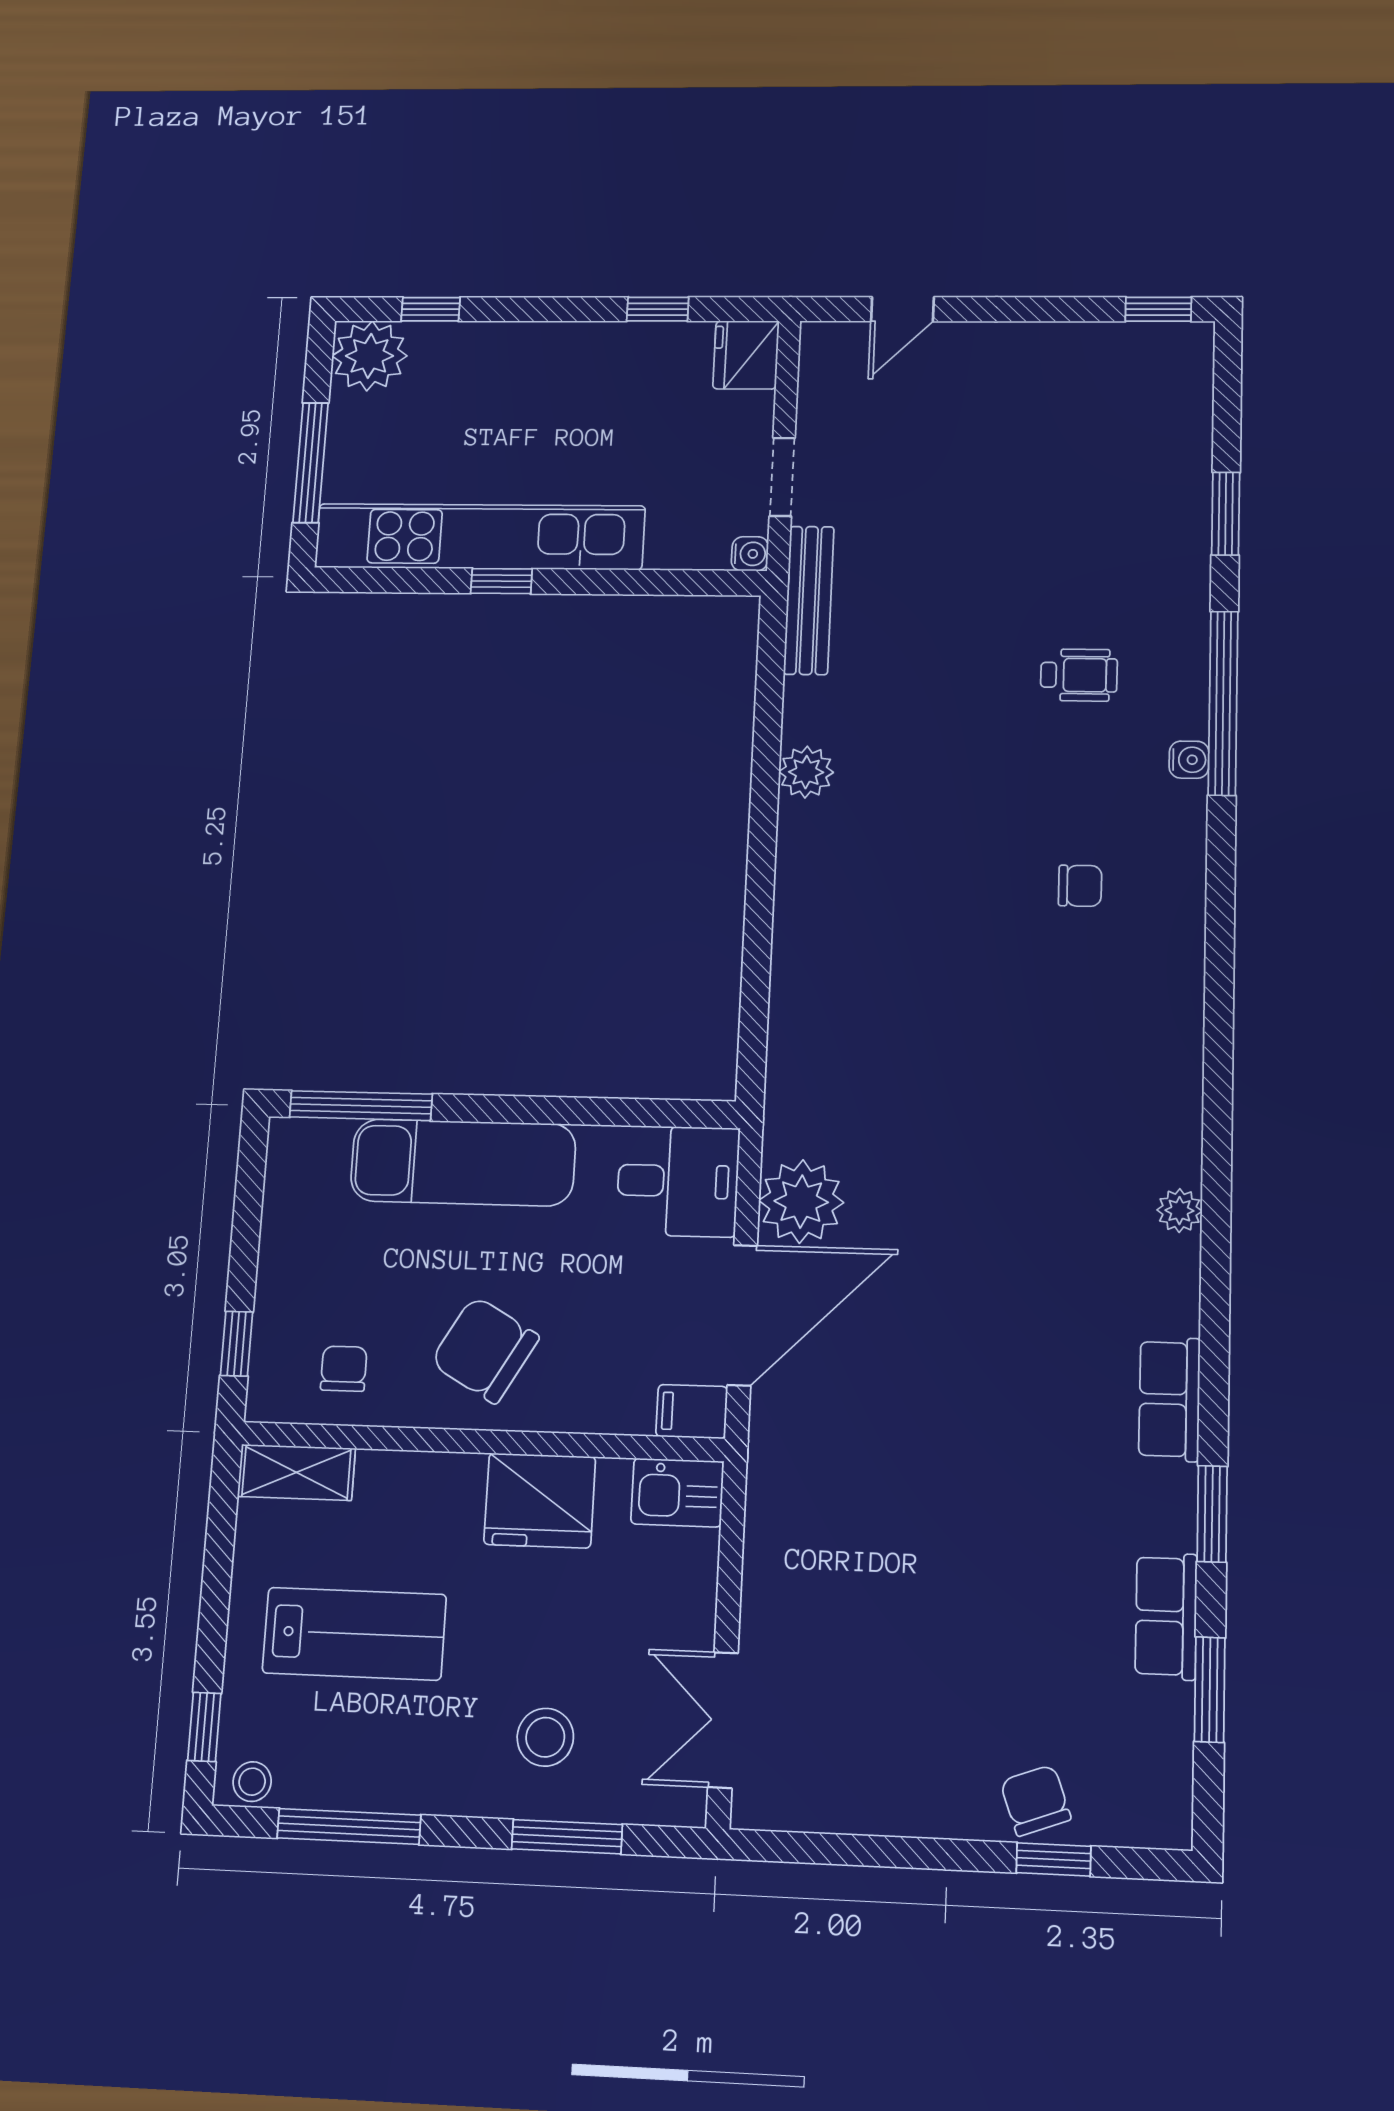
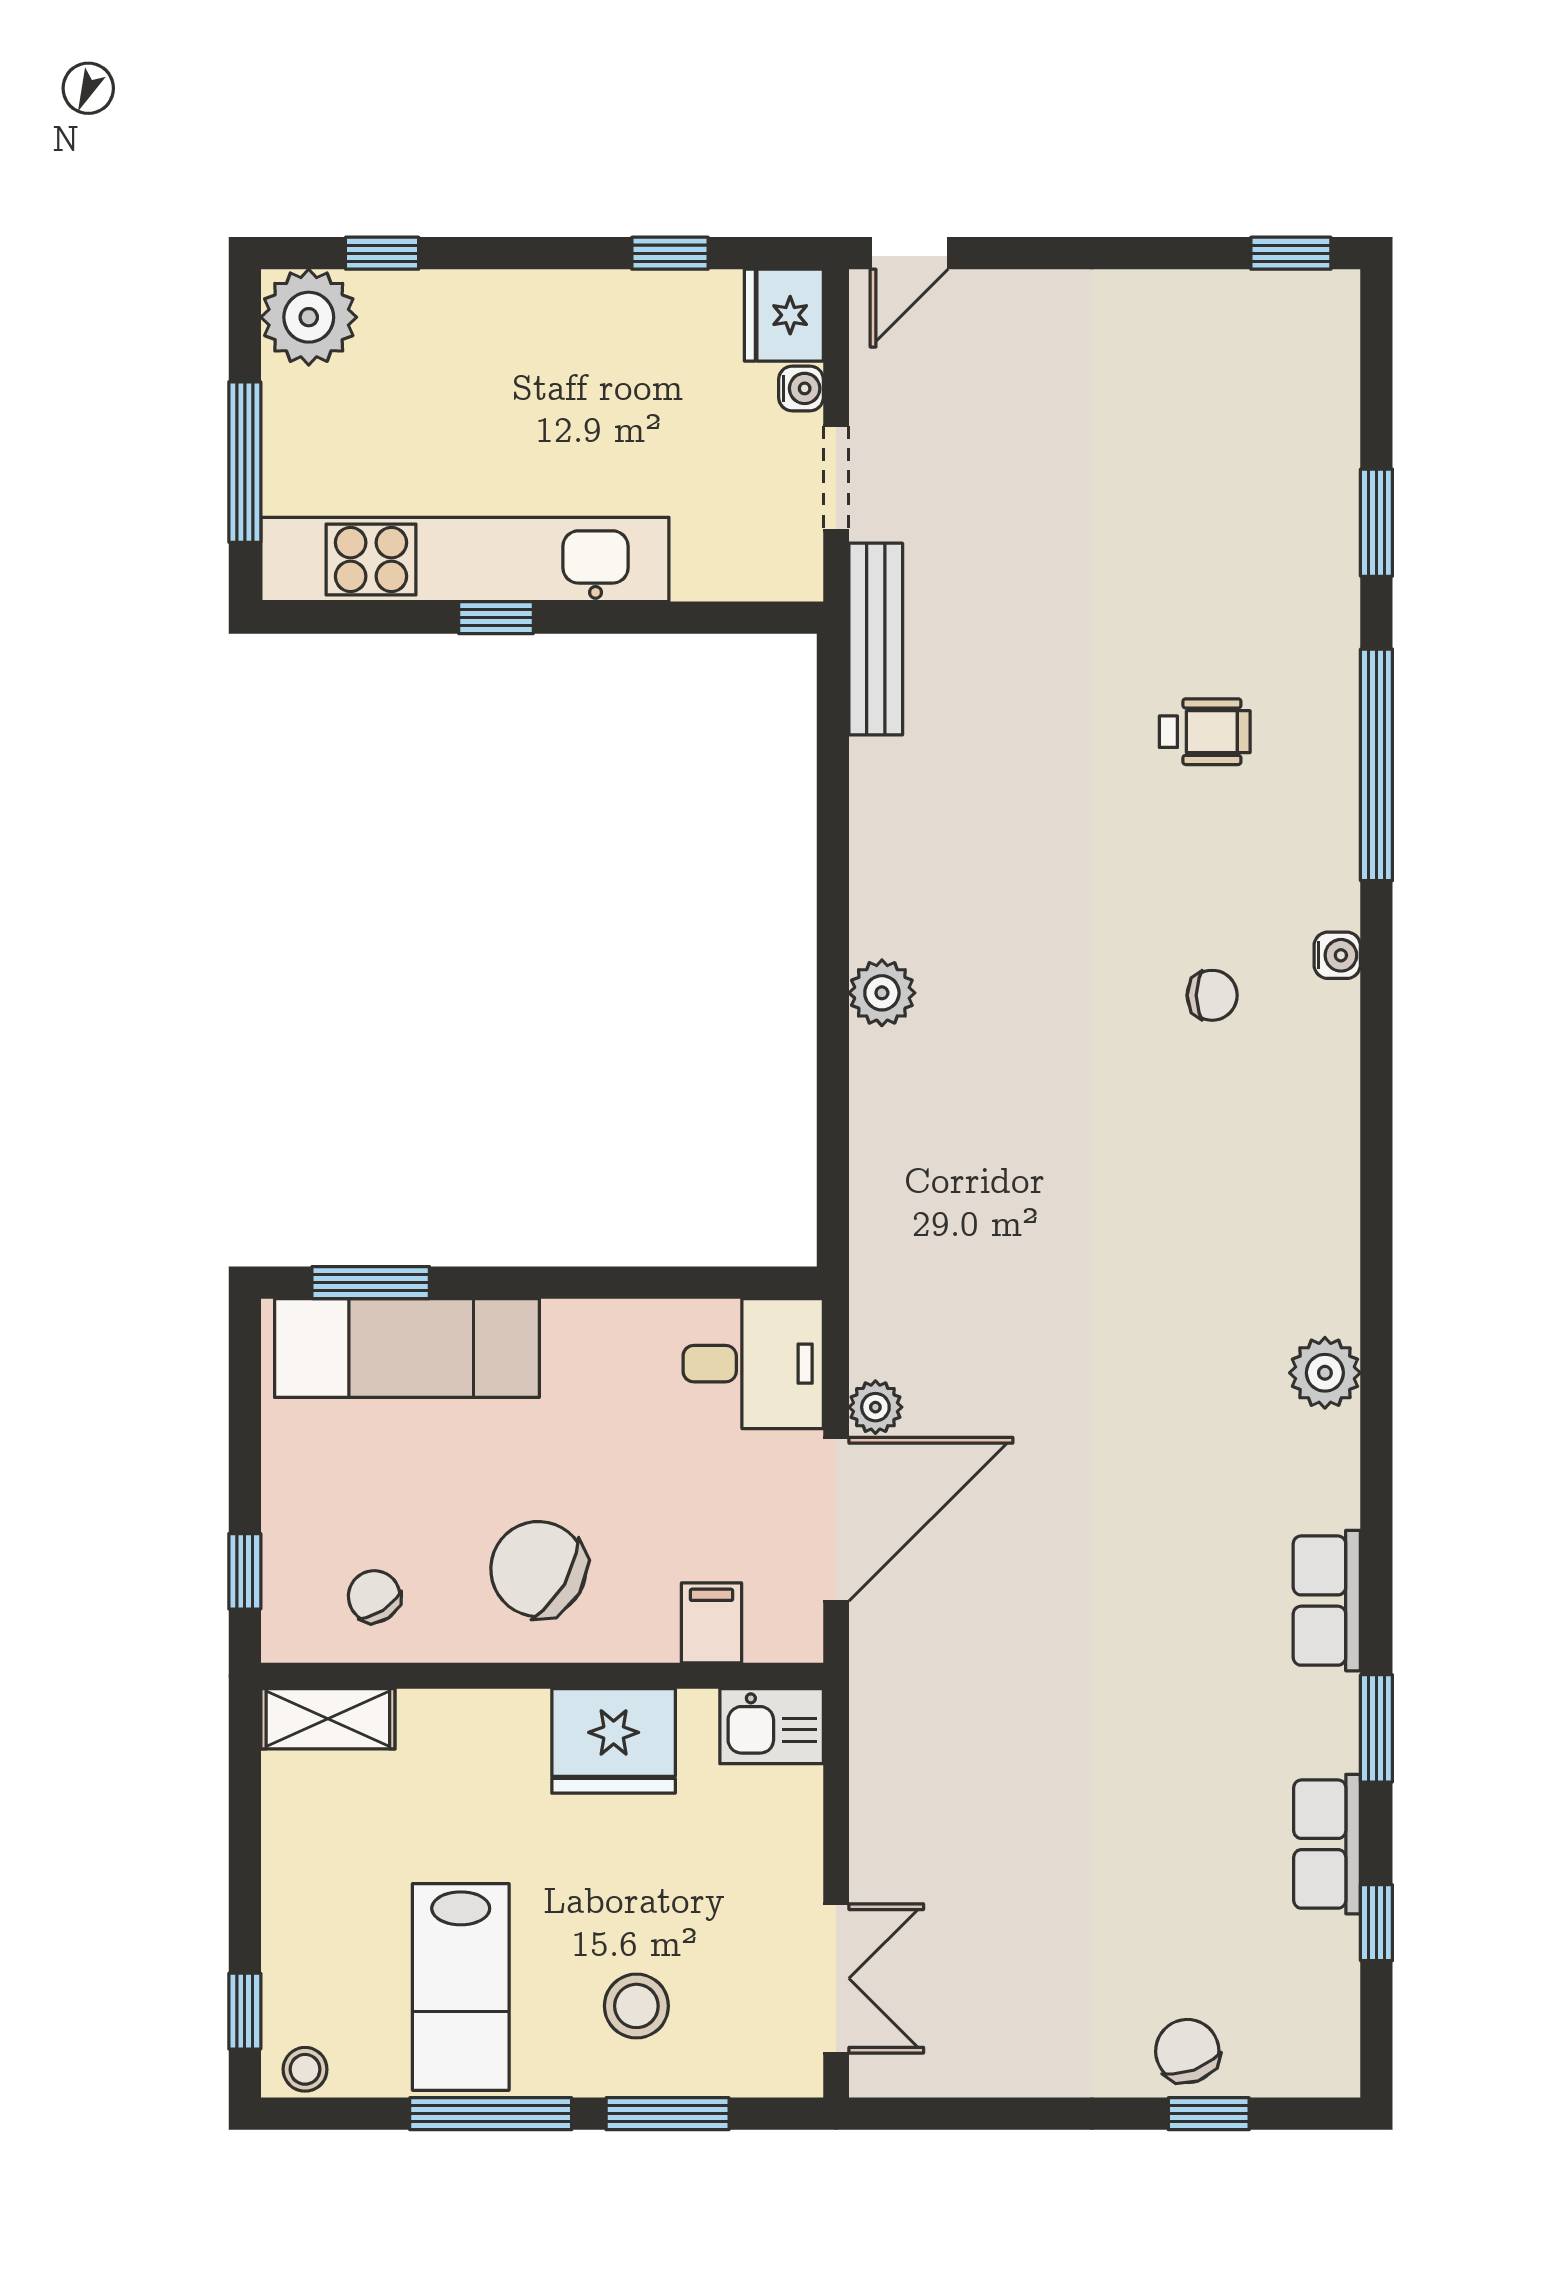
door: (902, 309) -> (909, 253), moved
water cooler: (750, 554) -> (801, 388), moved
water cooler: (1189, 760) -> (1337, 955), moved
plant: (806, 772) -> (882, 993), moved
window: (361, 1106) -> (371, 1283), width x0.69
exam couch: (463, 1162) -> (407, 1348), moved
plant: (801, 1202) -> (875, 1407), width x0.53, depth x0.53
plant: (1179, 1211) -> (1325, 1373), width x1.38, depth x1.38
chair: (344, 1369) -> (374, 1596), turned -33
filing cabinet: (692, 1412) -> (712, 1623), moved, turned 90
lab bench: (354, 1634) -> (461, 1987), moved, turned 90
window: (1210, 1690) -> (1376, 1923), width x0.67
double door: (723, 1720) -> (836, 1978), swing flipped
window: (349, 1827) -> (491, 2114), moved

